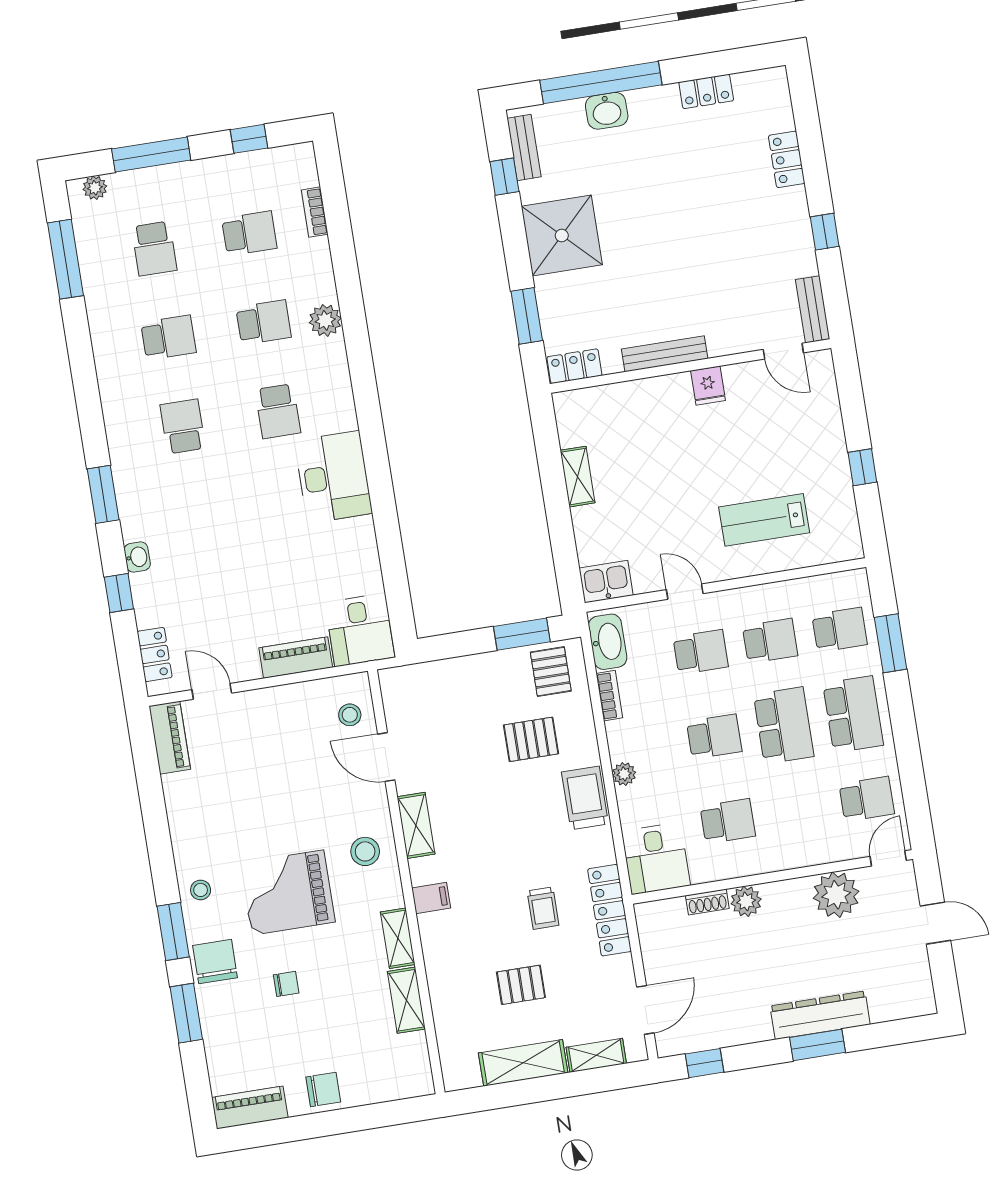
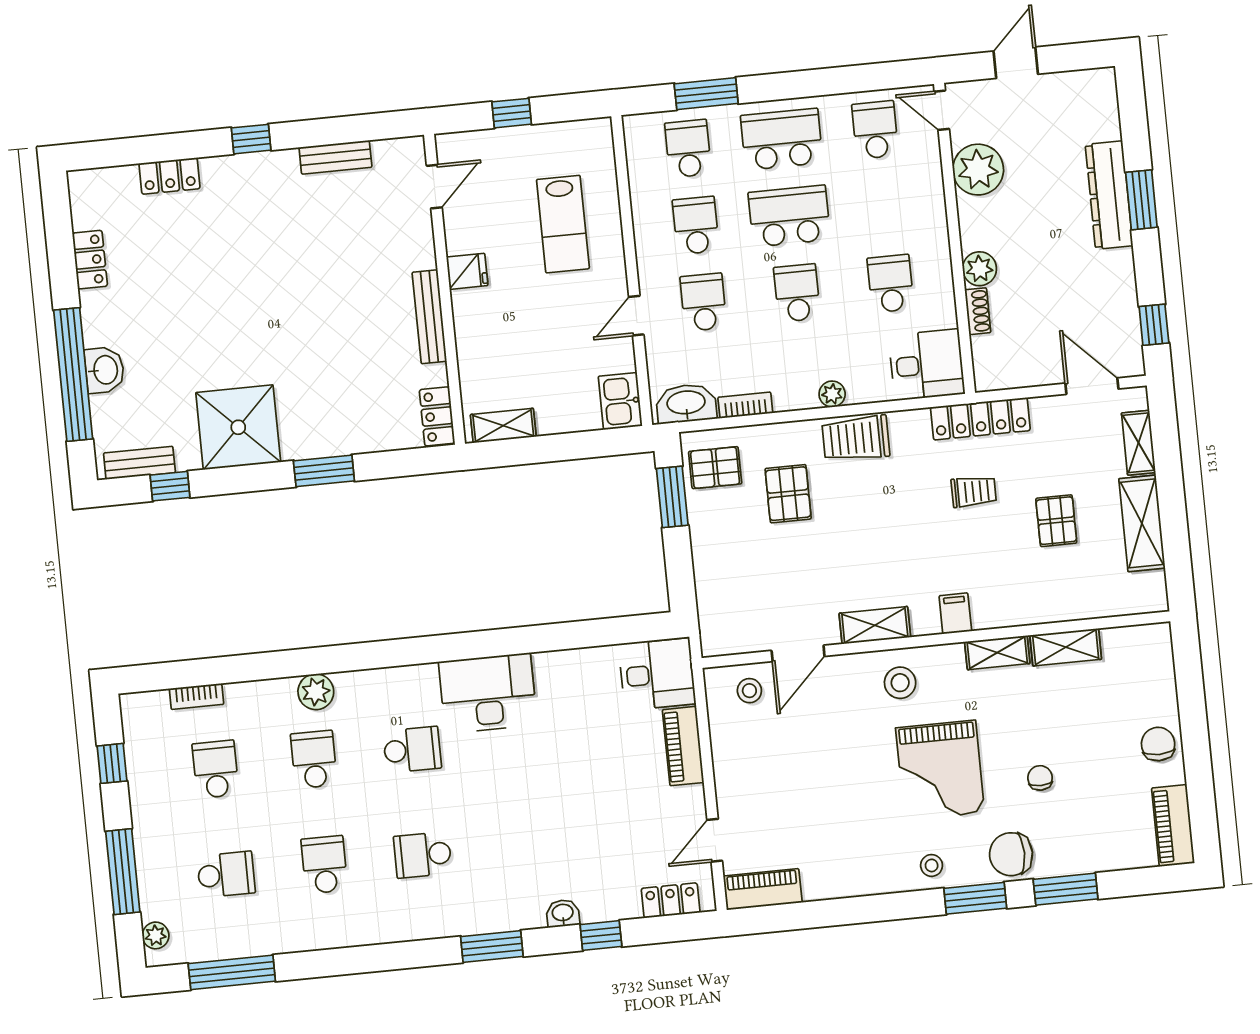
door: (783, 351) -> (434, 187), moved
bench: (665, 354) -> (429, 317), moved
locker: (574, 366) -> (437, 416), moved
wall: (690, 366) -> (444, 289), moved
fridge: (708, 386) -> (467, 271), moved

